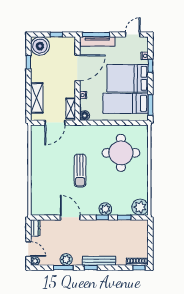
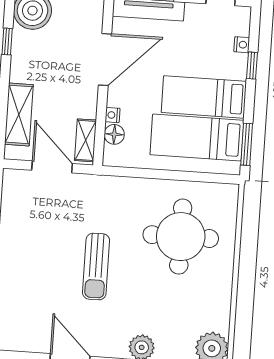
bed: (128, 78) -> (204, 97), width x0.67
floor lamp: (85, 116) -> (114, 134), moved
door: (55, 123) -> (52, 167), swing flipped

